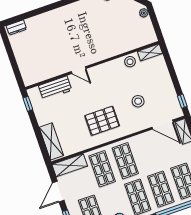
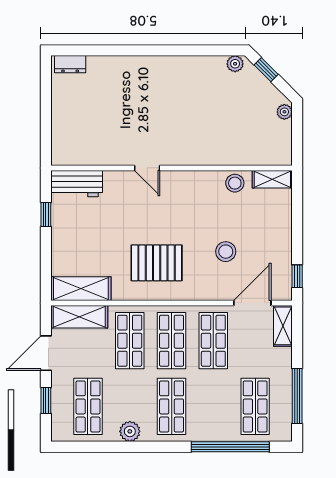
workbench: (55, 88) -> (77, 184), moved
window: (28, 104) -> (46, 214), moved
door: (163, 125) -> (252, 303), swing flipped
shelving: (51, 141) -> (81, 289), moved, turned 90
shop shelf: (161, 189) -> (213, 341), moved

